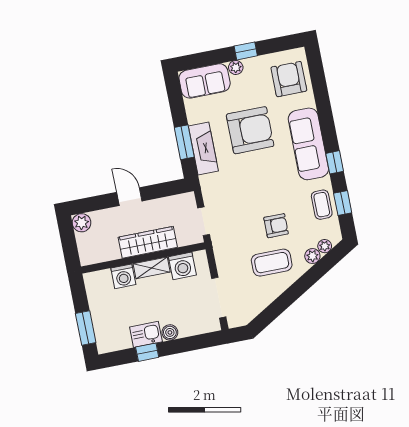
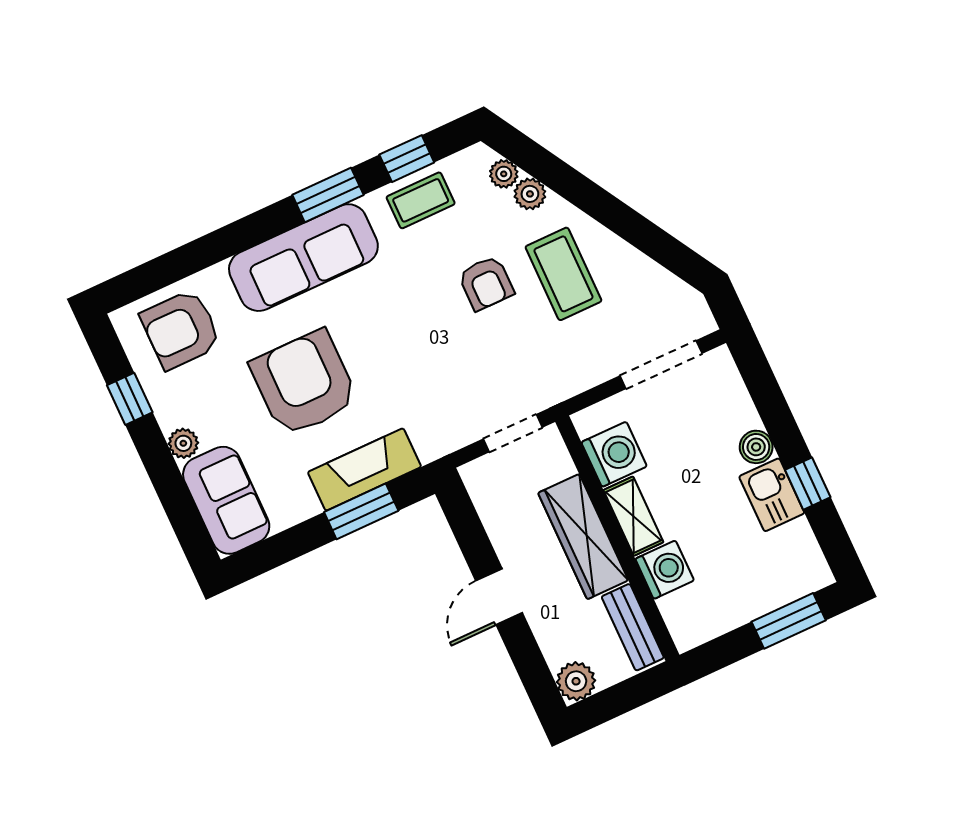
window: (246, 51) -> (130, 399), moved
window: (335, 162) -> (328, 195), width x1.50
armchair: (276, 226) -> (486, 283), turned 180
bench: (100, 255) -> (633, 627), added

